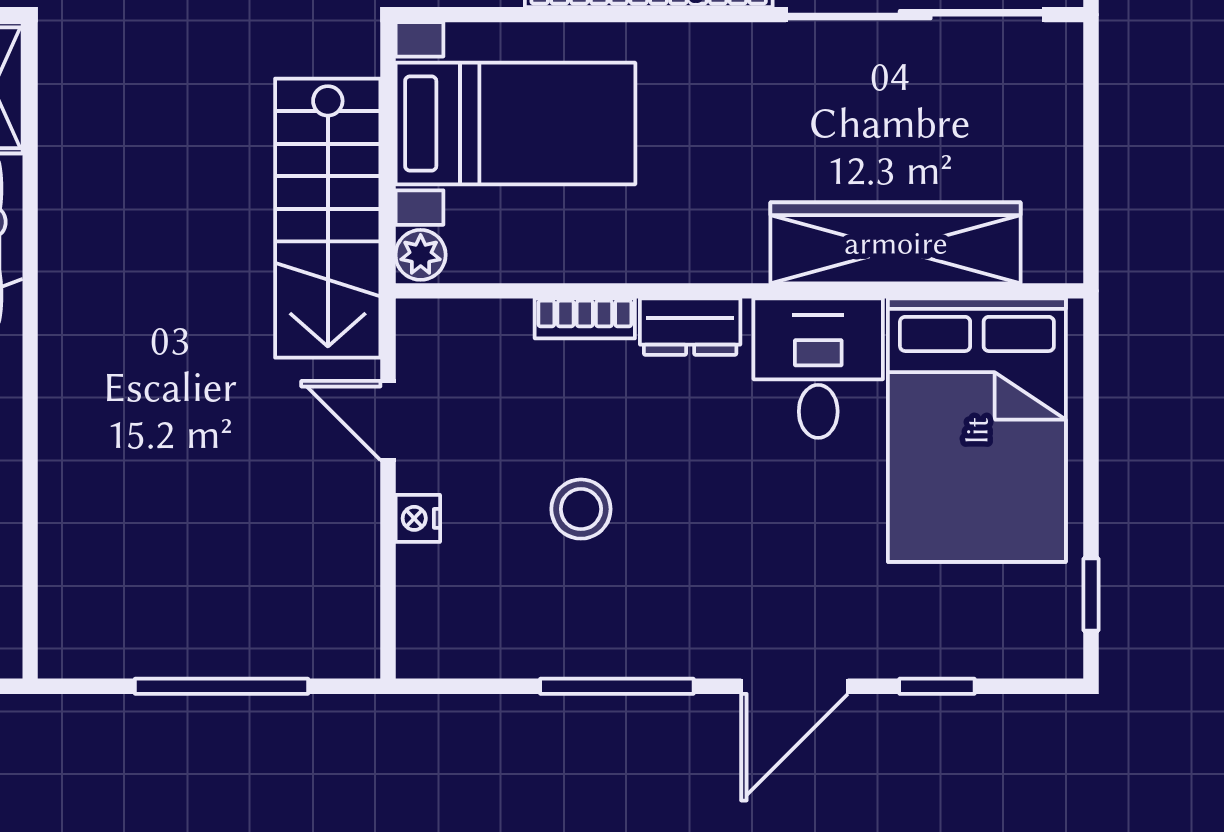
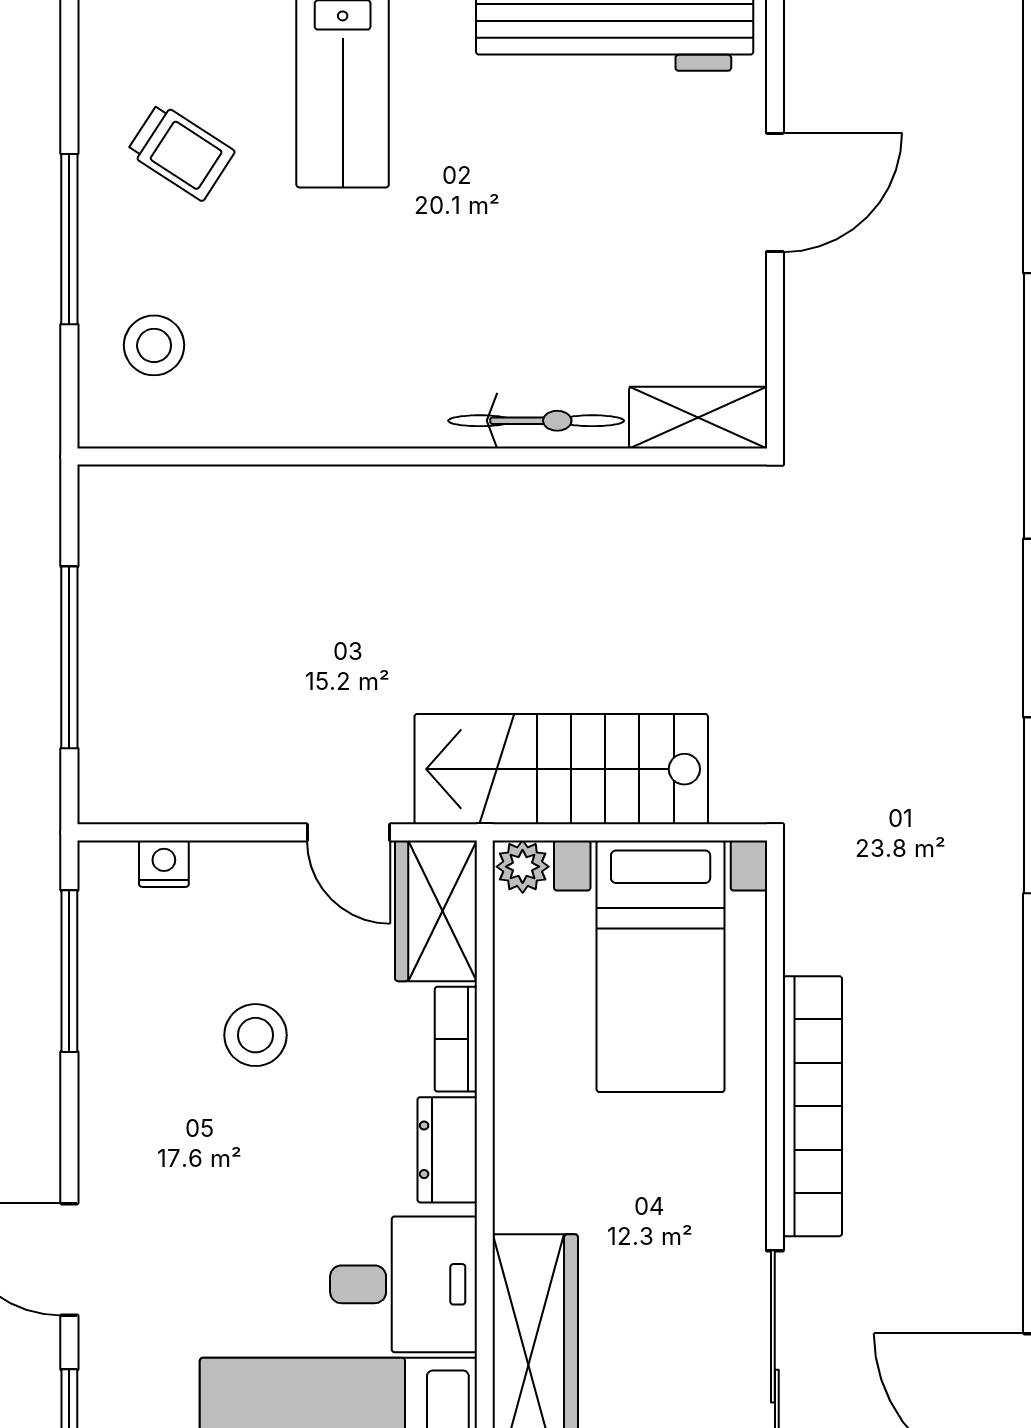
wardrobe: (463, 337) -> (436, 911), added
door: (388, 421) -> (348, 832), swing flipped
nightstand: (418, 518) -> (164, 864), moved
window: (617, 686) -> (69, 971), moved

